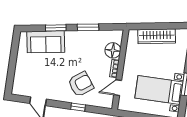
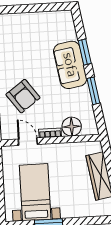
sofa: (46, 42) -> (70, 65), moved

